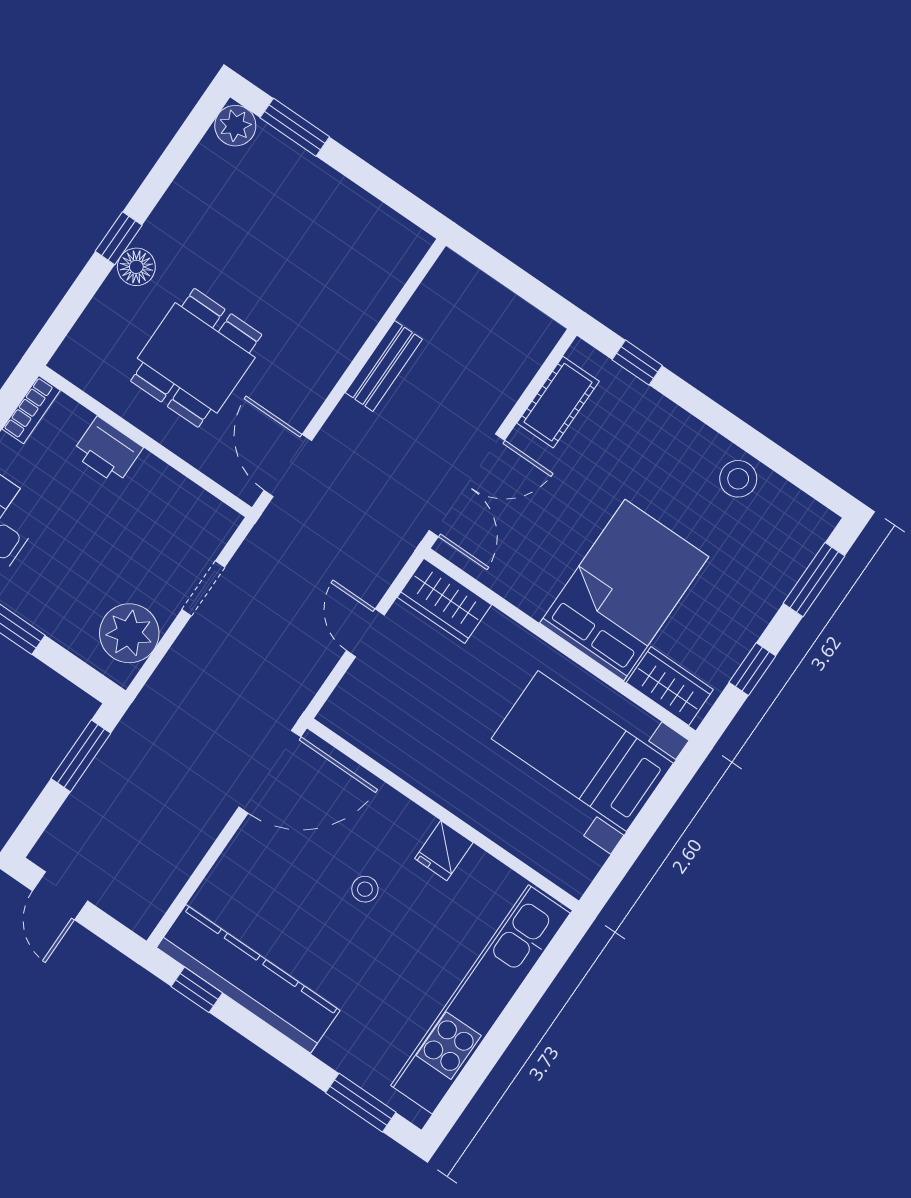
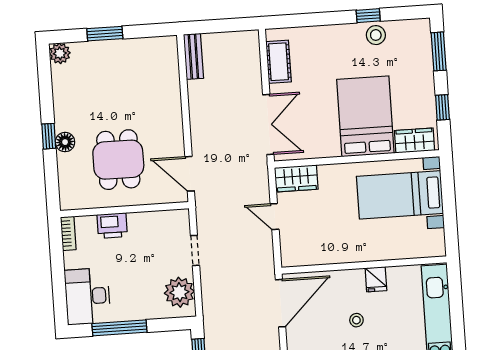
window: (295, 127) -> (105, 34), moved
window: (637, 363) -> (368, 16), moved
bench: (384, 366) -> (193, 56), moved

